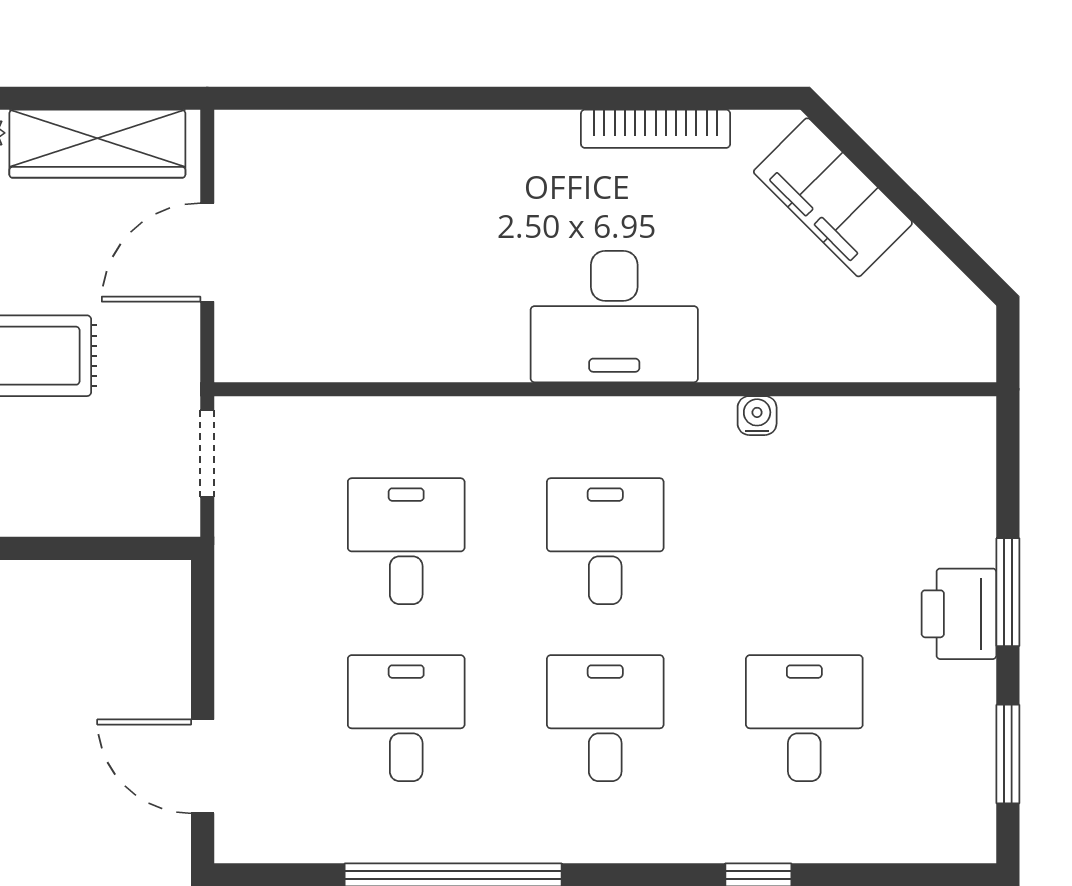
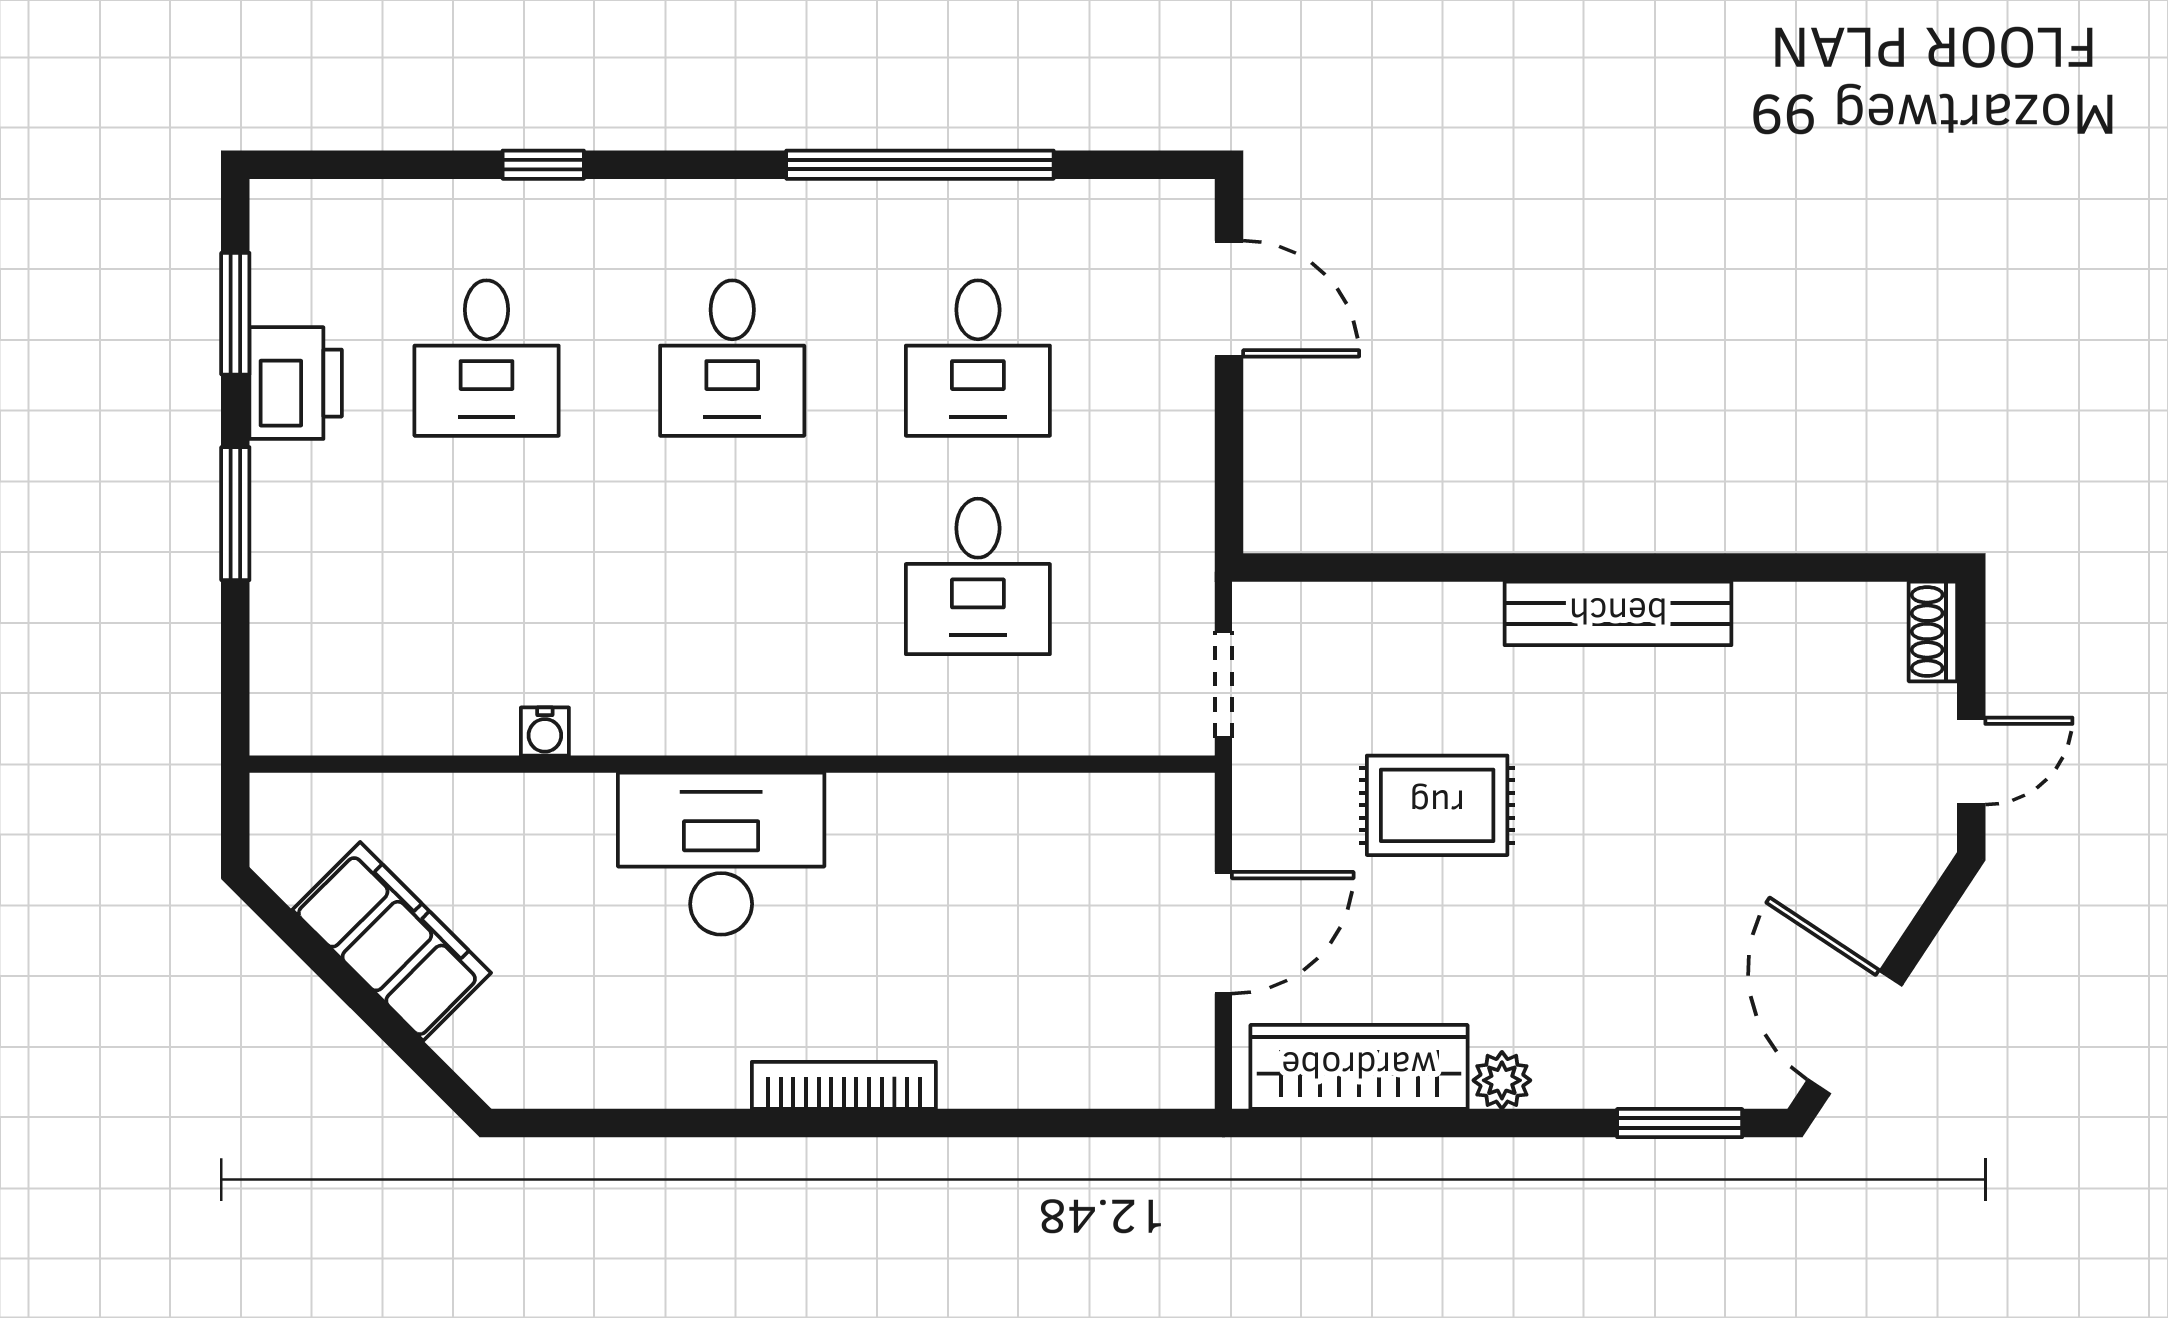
bookcase: (656, 129) -> (844, 1085), moved
filing cabinet: (833, 197) -> (392, 941), moved
desk: (605, 541) -> (732, 576), removed
printer: (959, 614) -> (296, 383), moved

